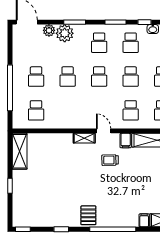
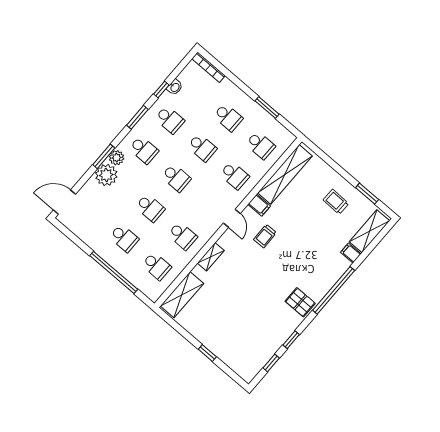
plant: (49, 30) -> (116, 158), moved
school desk: (68, 110) -> (183, 236), added
door: (104, 131) -> (232, 218), swing flipped
shelving: (84, 138) -> (211, 257), moved
shelving: (20, 151) -> (182, 295), moved, turned 90
window: (23, 229) -> (271, 363), moved

